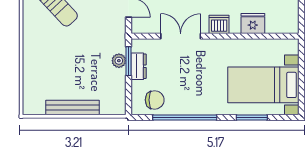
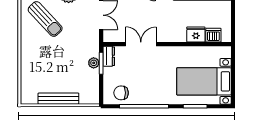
dishwasher: (219, 24) -> (213, 35), moved
dresser: (139, 66) -> (109, 56), moved
chair: (155, 100) -> (121, 93), turned 180

